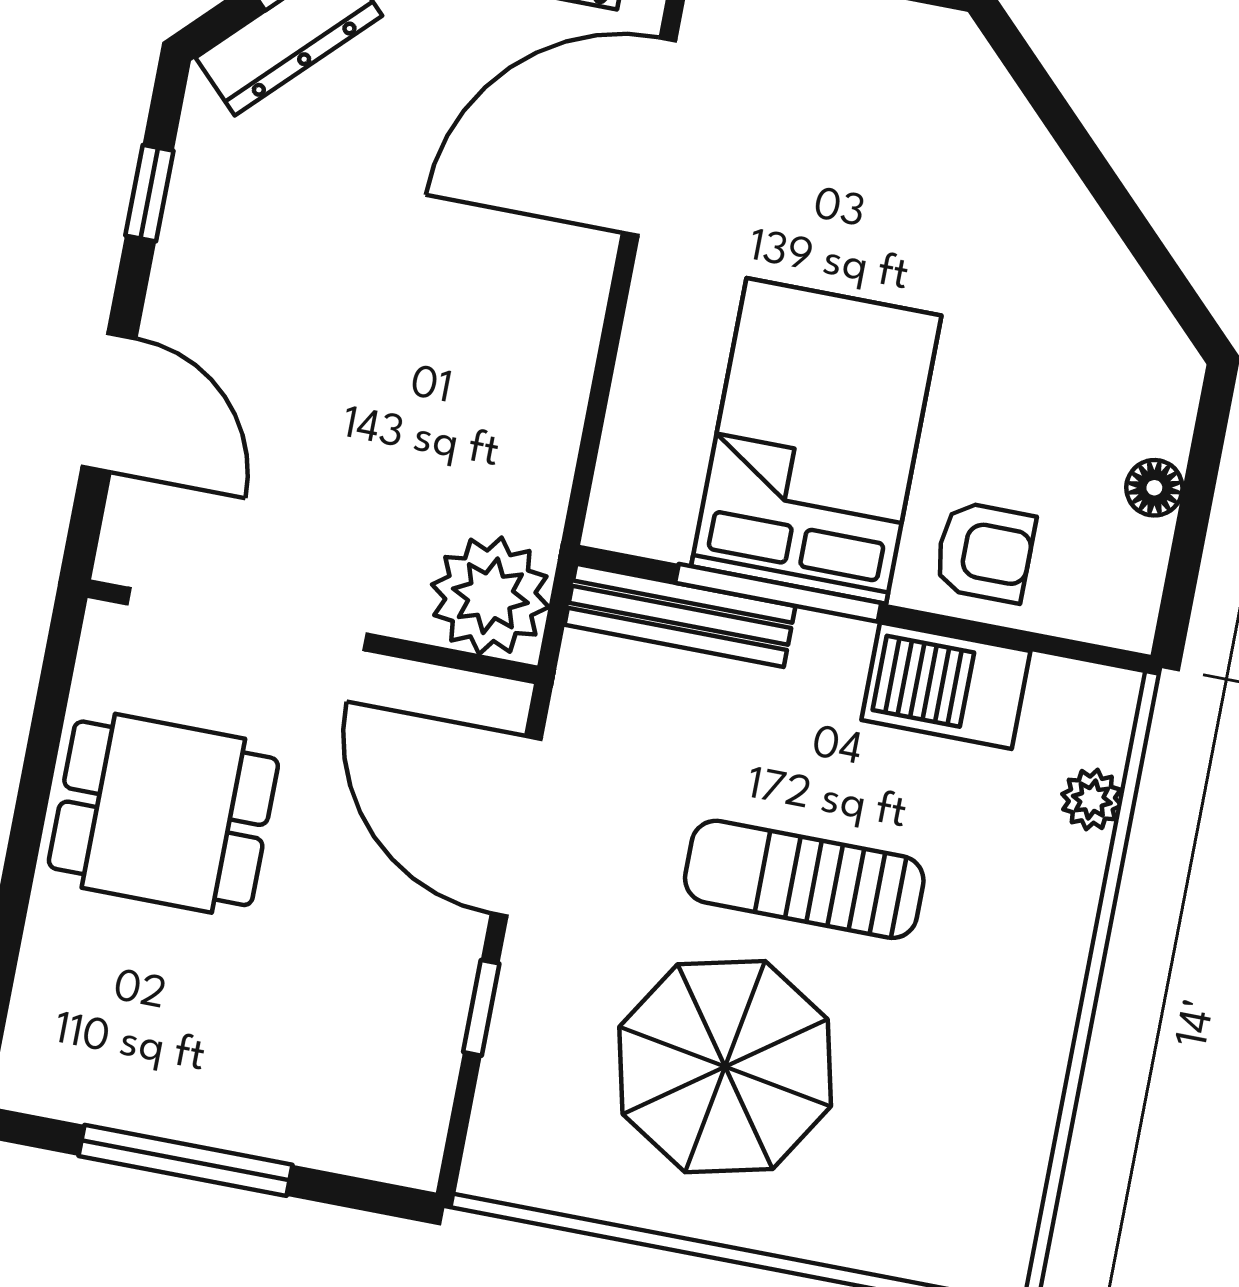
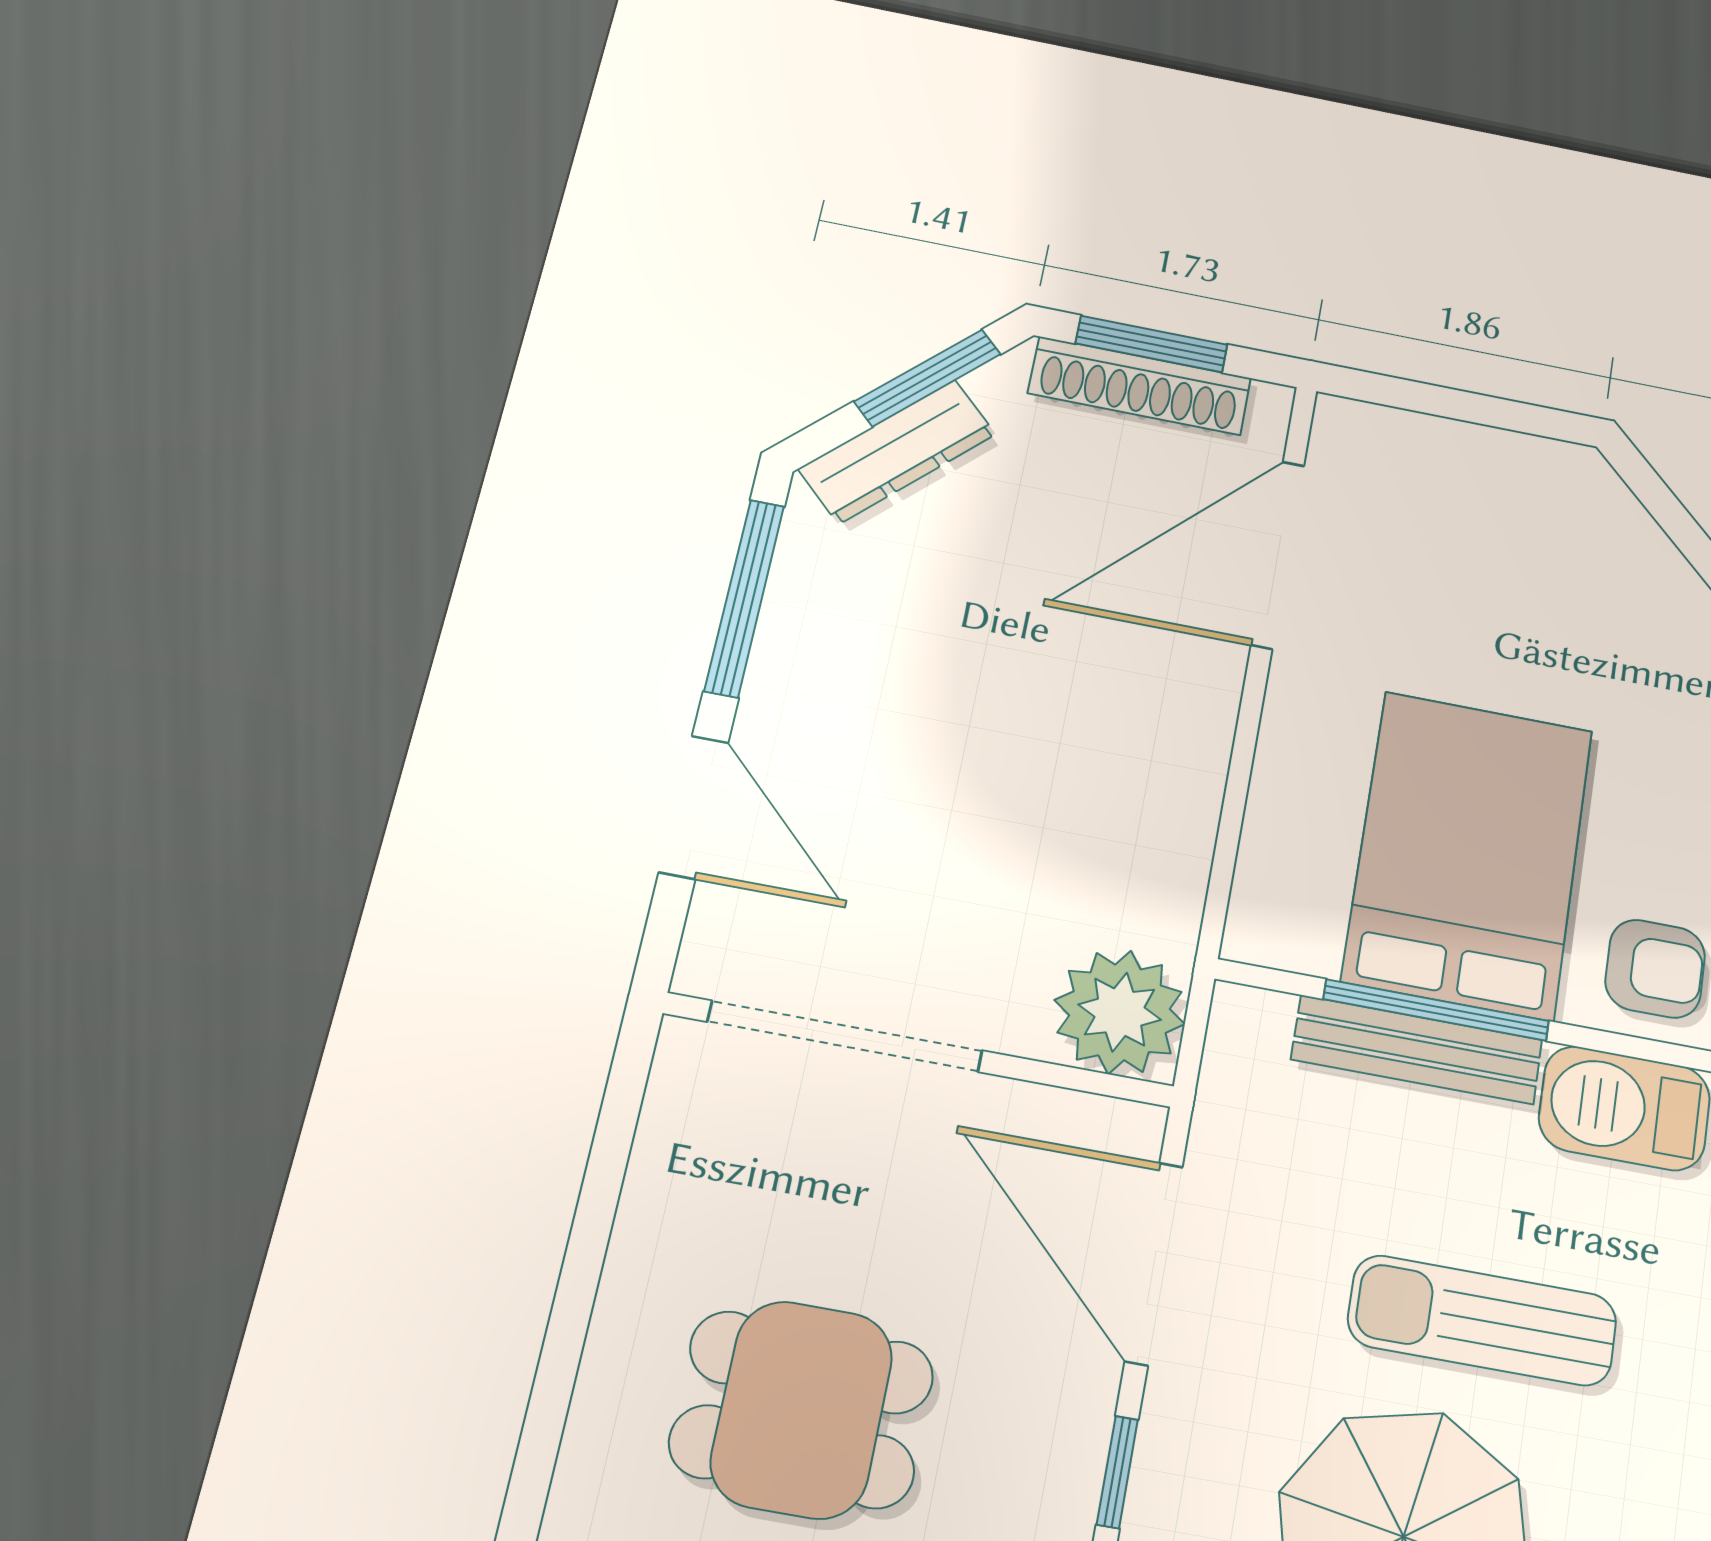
window: (149, 193) -> (744, 598), width x2.17
bench: (680, 615) -> (1417, 1050), moved
dining table: (163, 813) -> (802, 1409), moved

